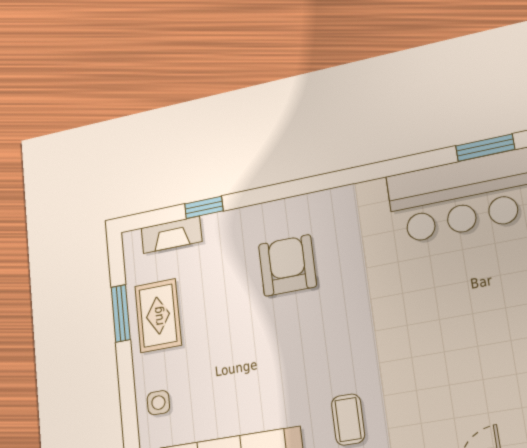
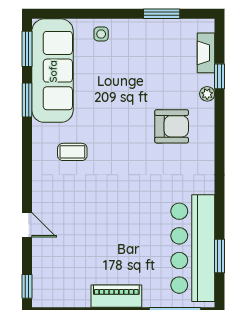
plant: (232, 221) -> (207, 94), added
rug: (158, 316) -> (156, 39), removed

